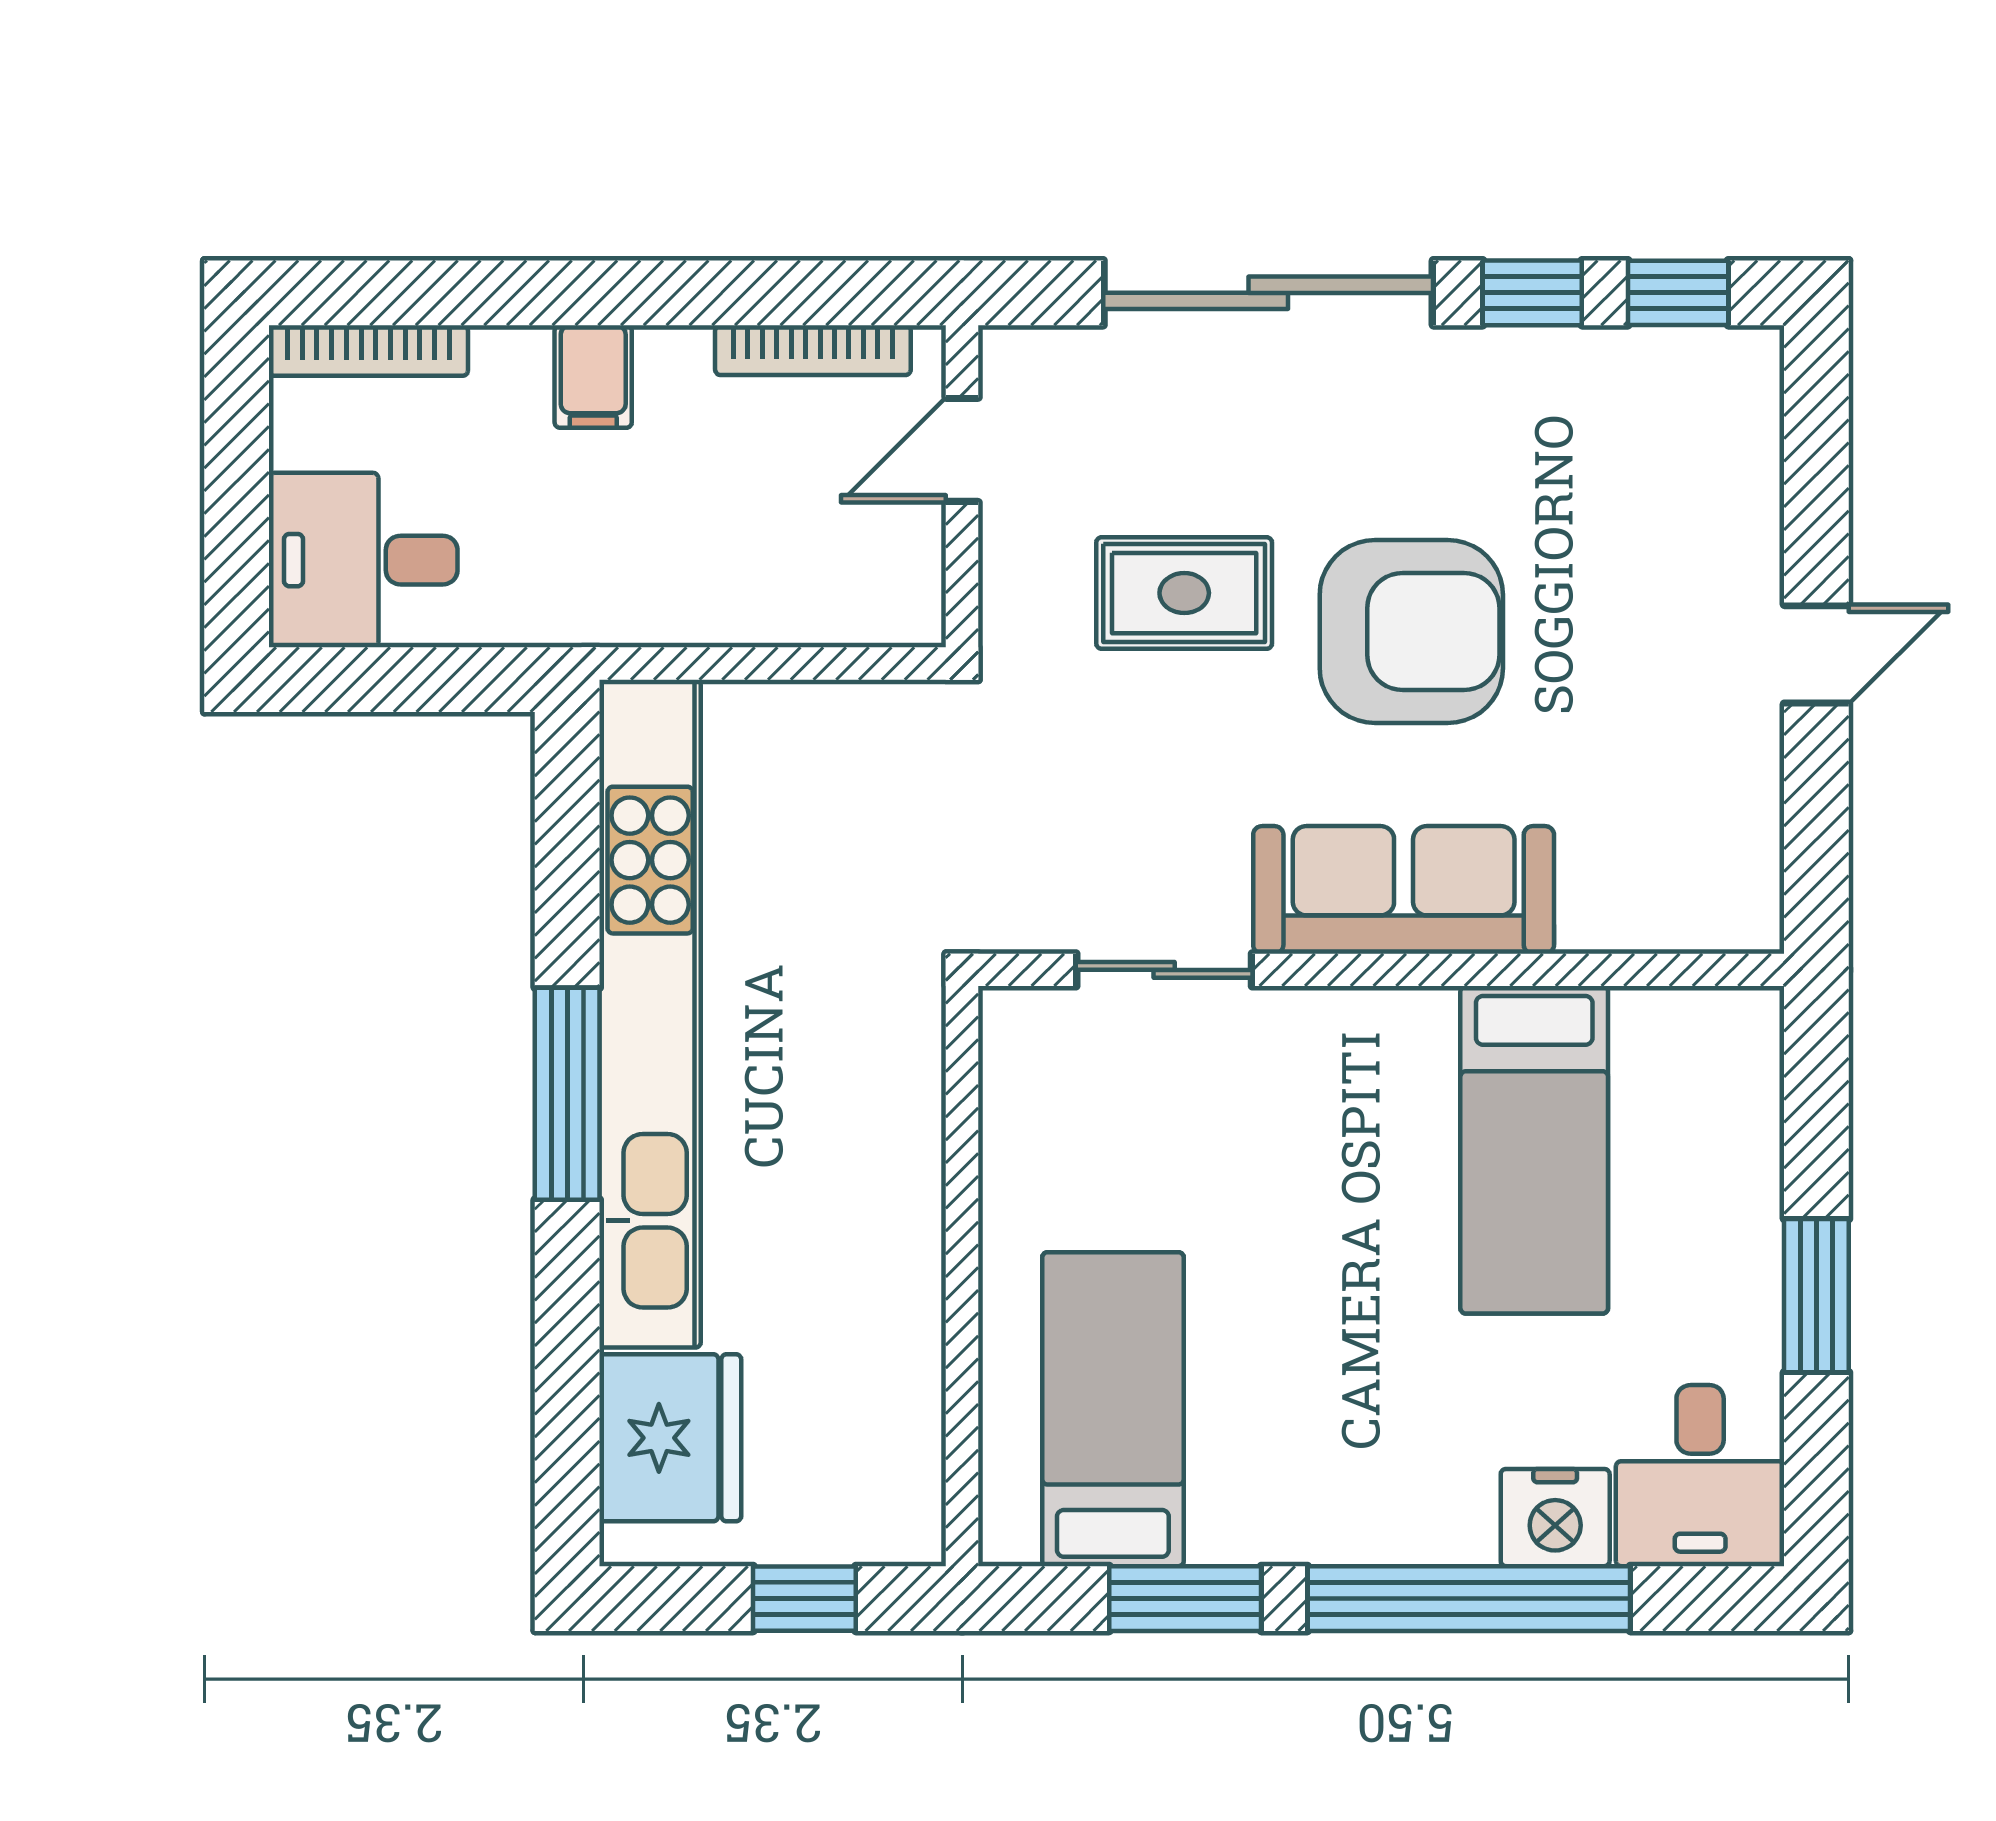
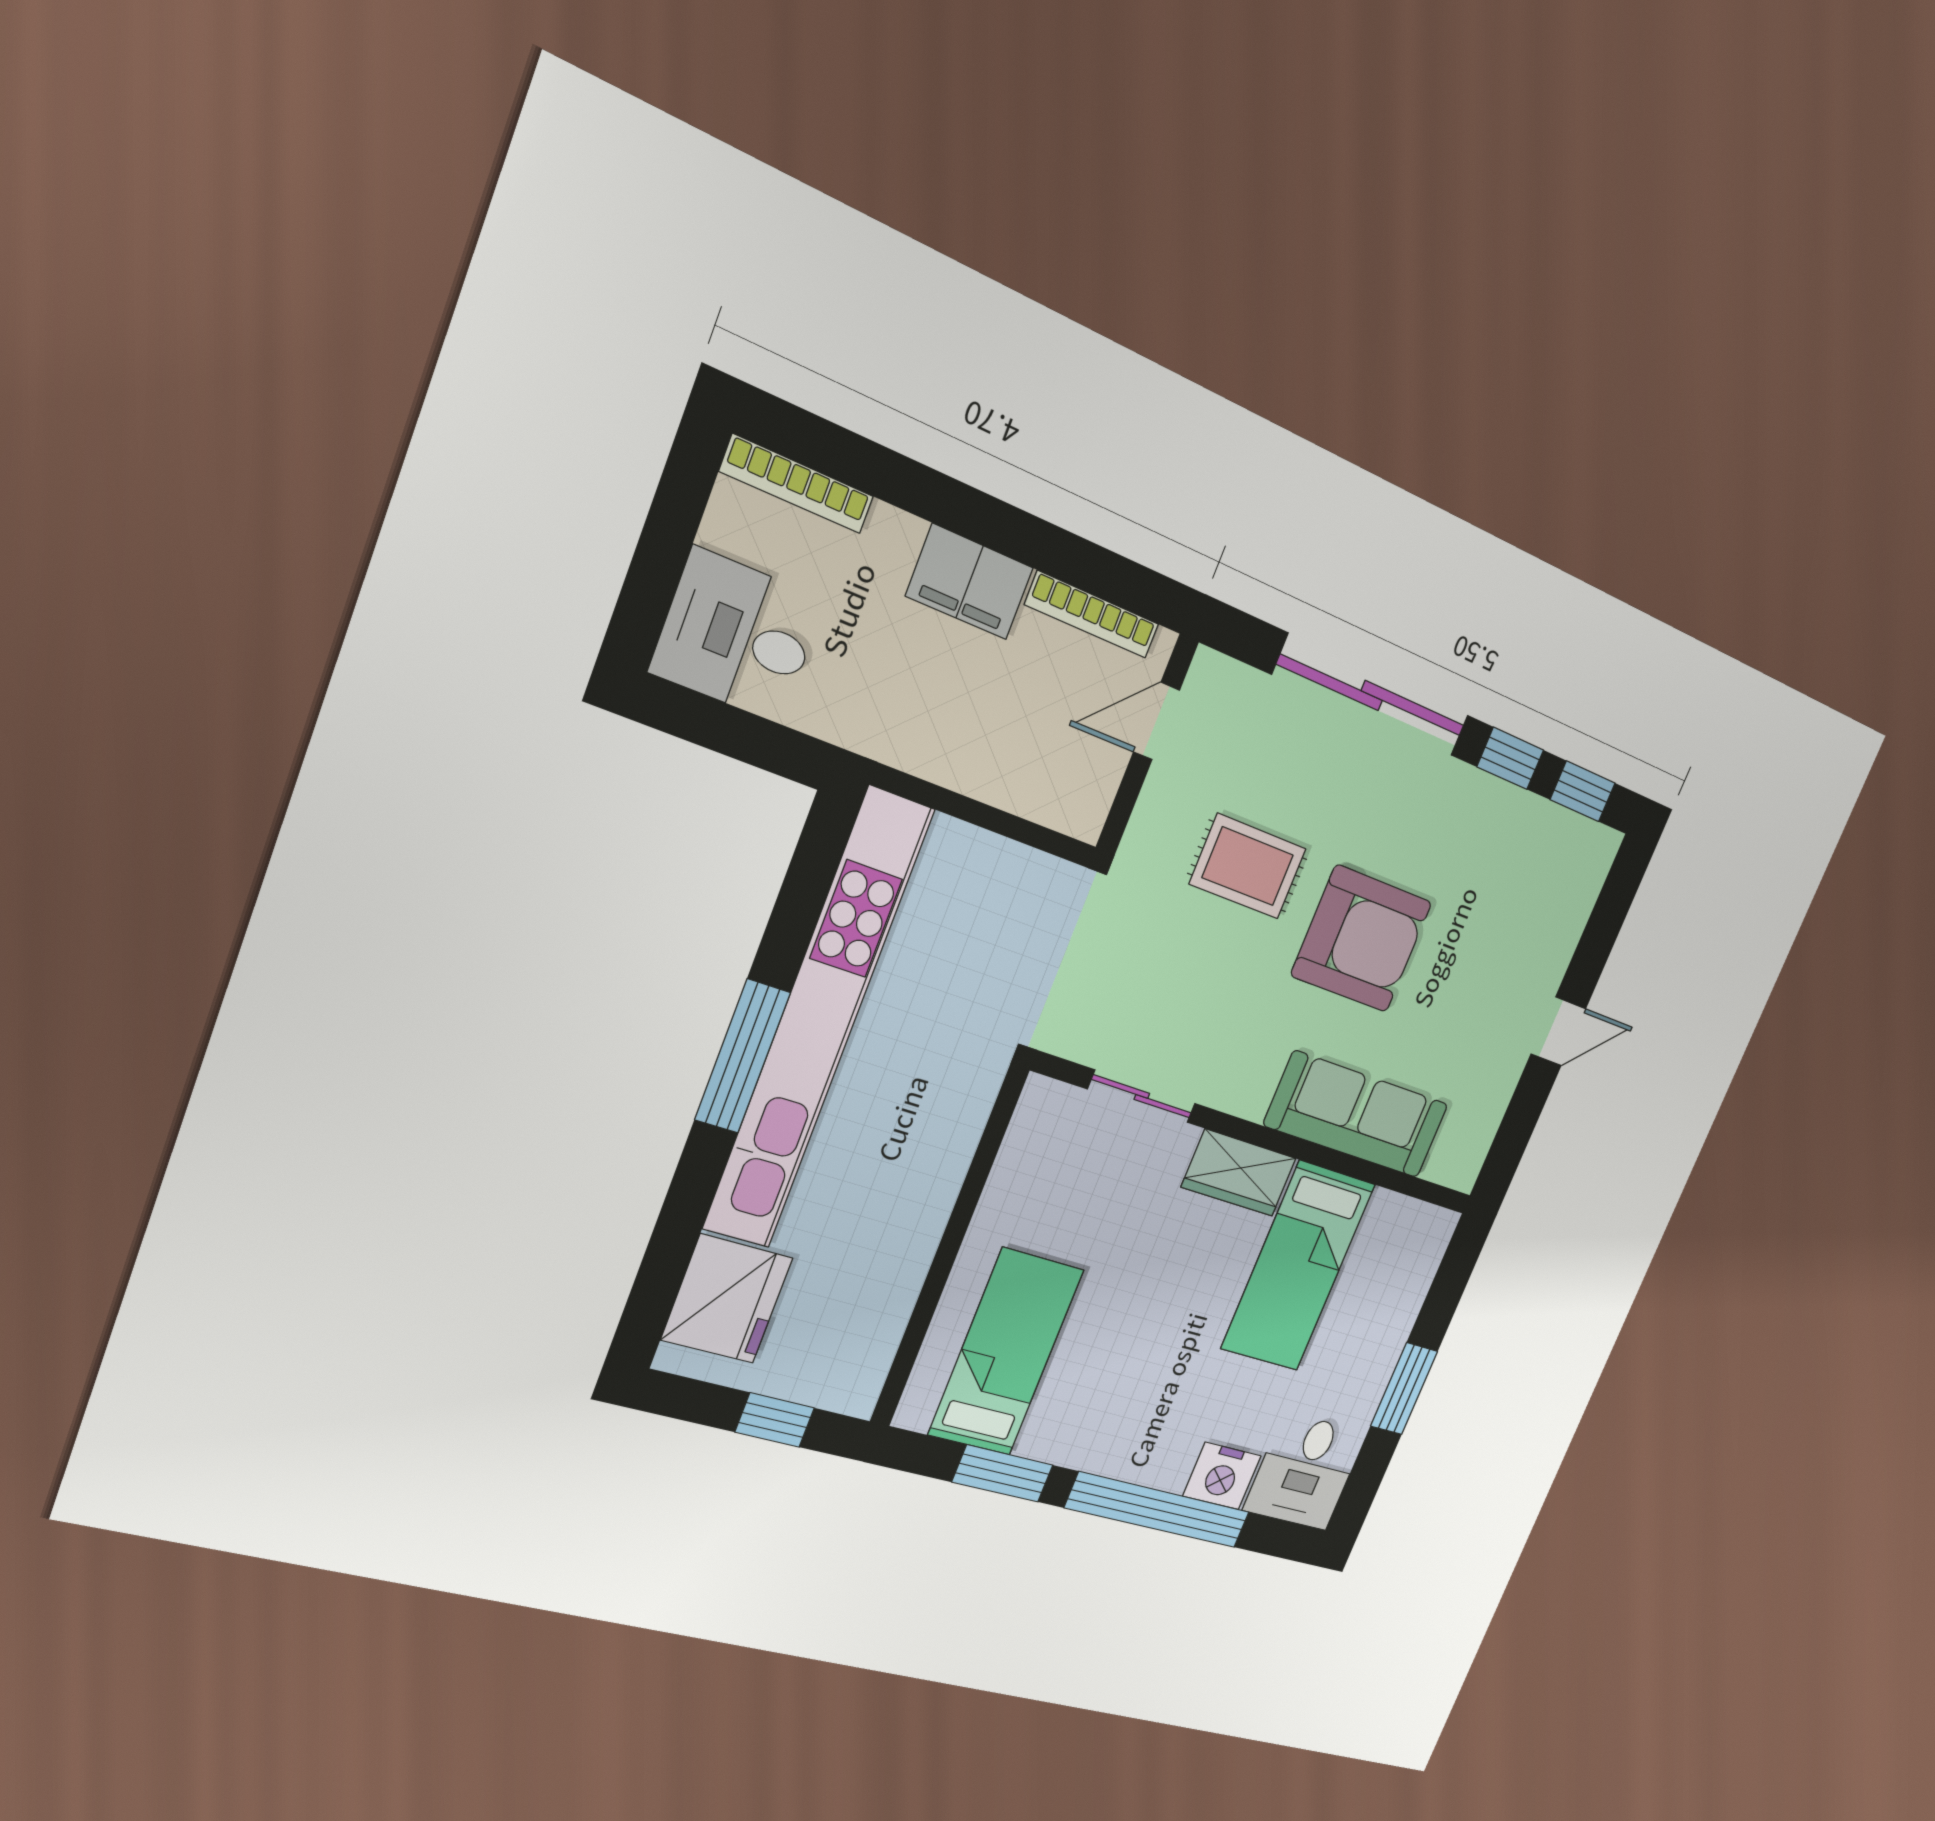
filing cabinet: (593, 376) -> (970, 582), width x2.00
sofa: (1404, 890) -> (1357, 1115), moved
wardrobe: (1369, 1035) -> (1239, 1173), added

